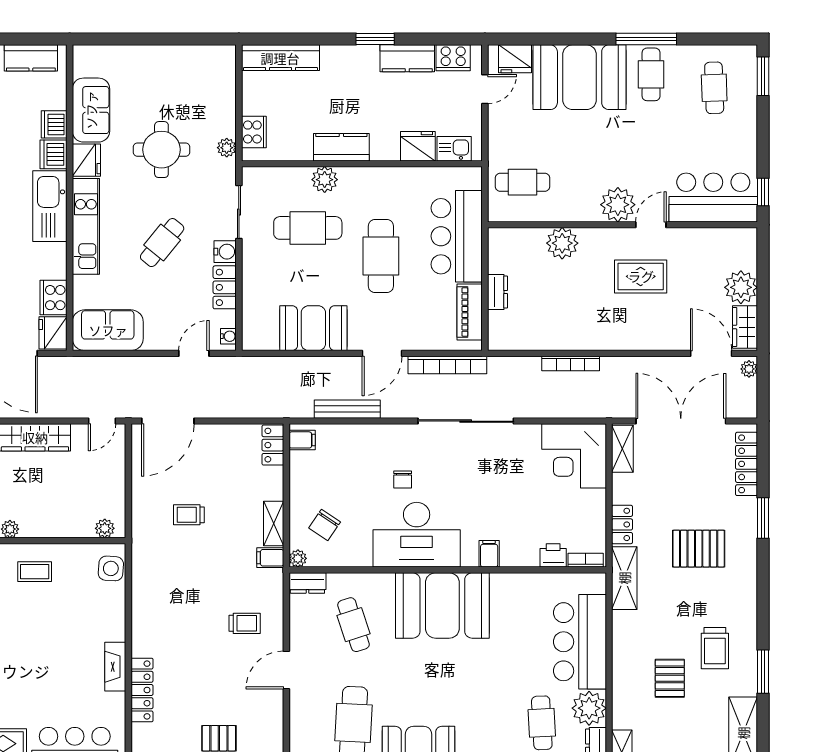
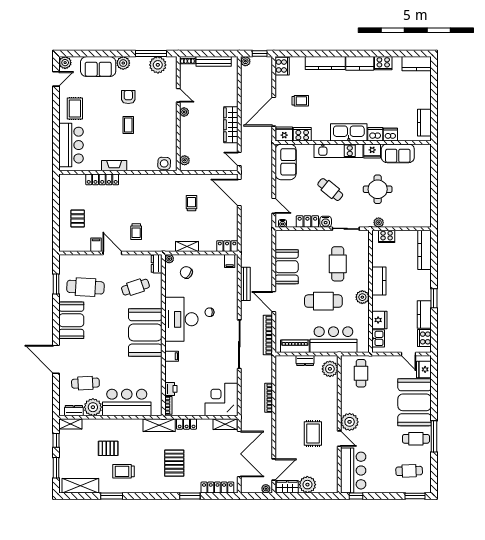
plant: (325, 180) -> (362, 297), moved
plant: (562, 243) -> (330, 369), moved
filing cabinet: (270, 558) -> (96, 245), moved
coffee table: (35, 572) -> (128, 125), moved

